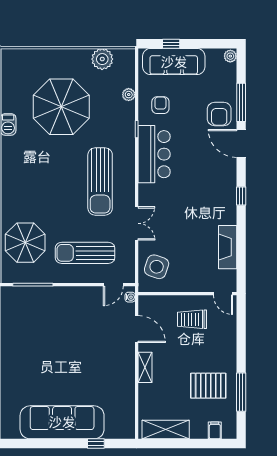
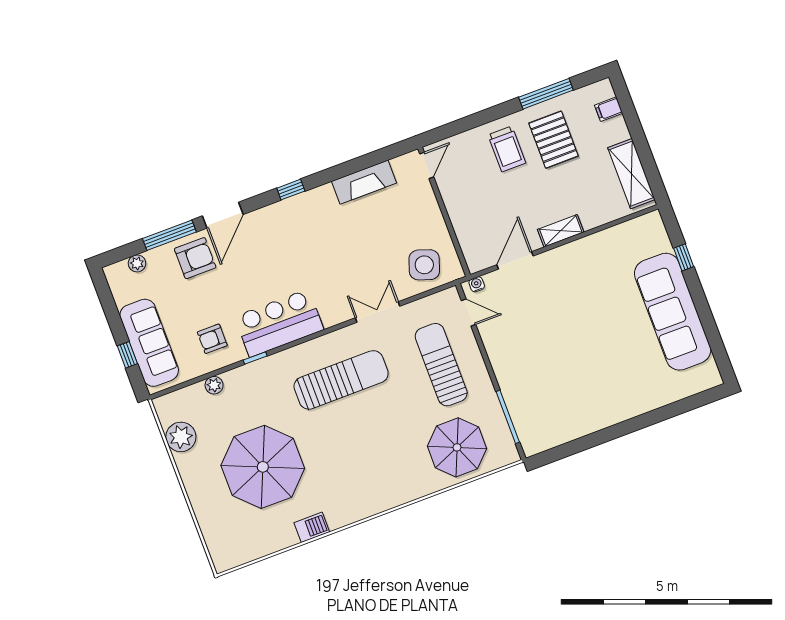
plant: (230, 56) -> (137, 263), moved
sun lounger: (85, 253) -> (441, 365), turned 180
trolley: (192, 319) -> (507, 149), moved

